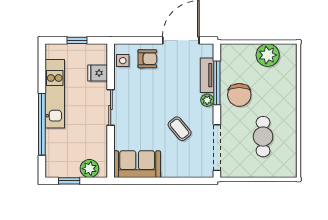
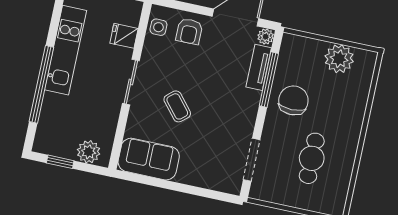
armchair: (147, 59) -> (189, 31), turned 90
chair: (239, 95) -> (293, 100), turned 180
plant: (207, 100) -> (266, 37), moved
coffee table: (180, 129) -> (177, 106), moved
doorway: (217, 148) -> (252, 160), width x0.73

